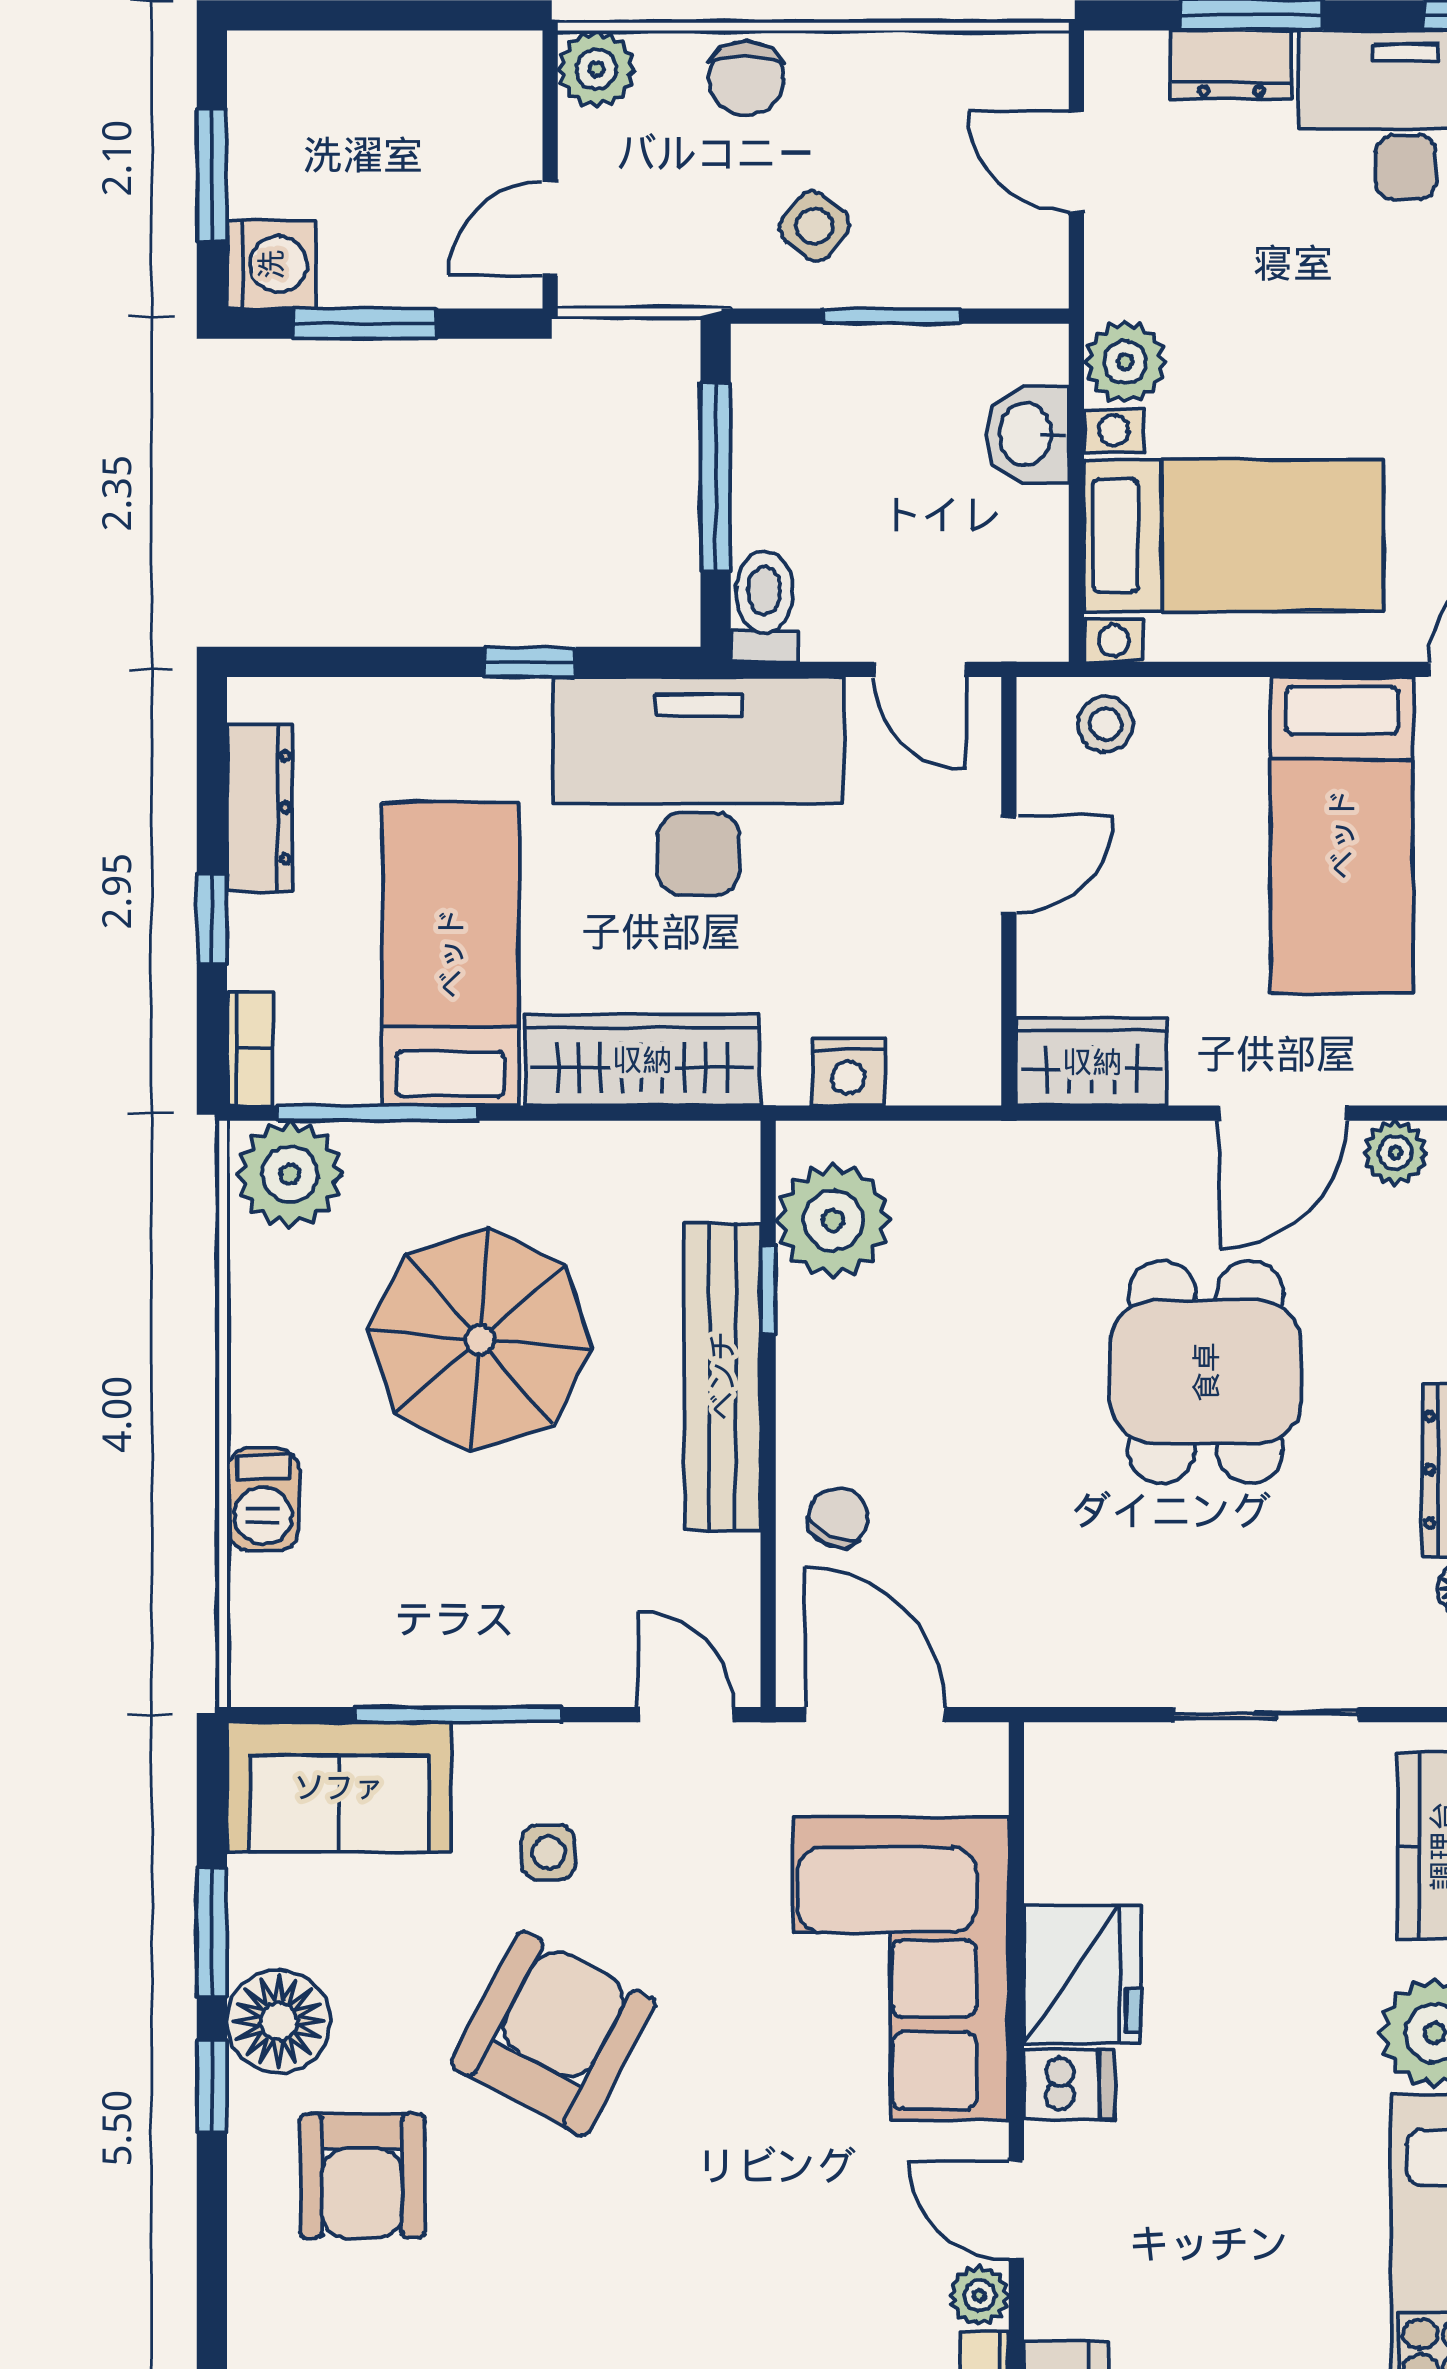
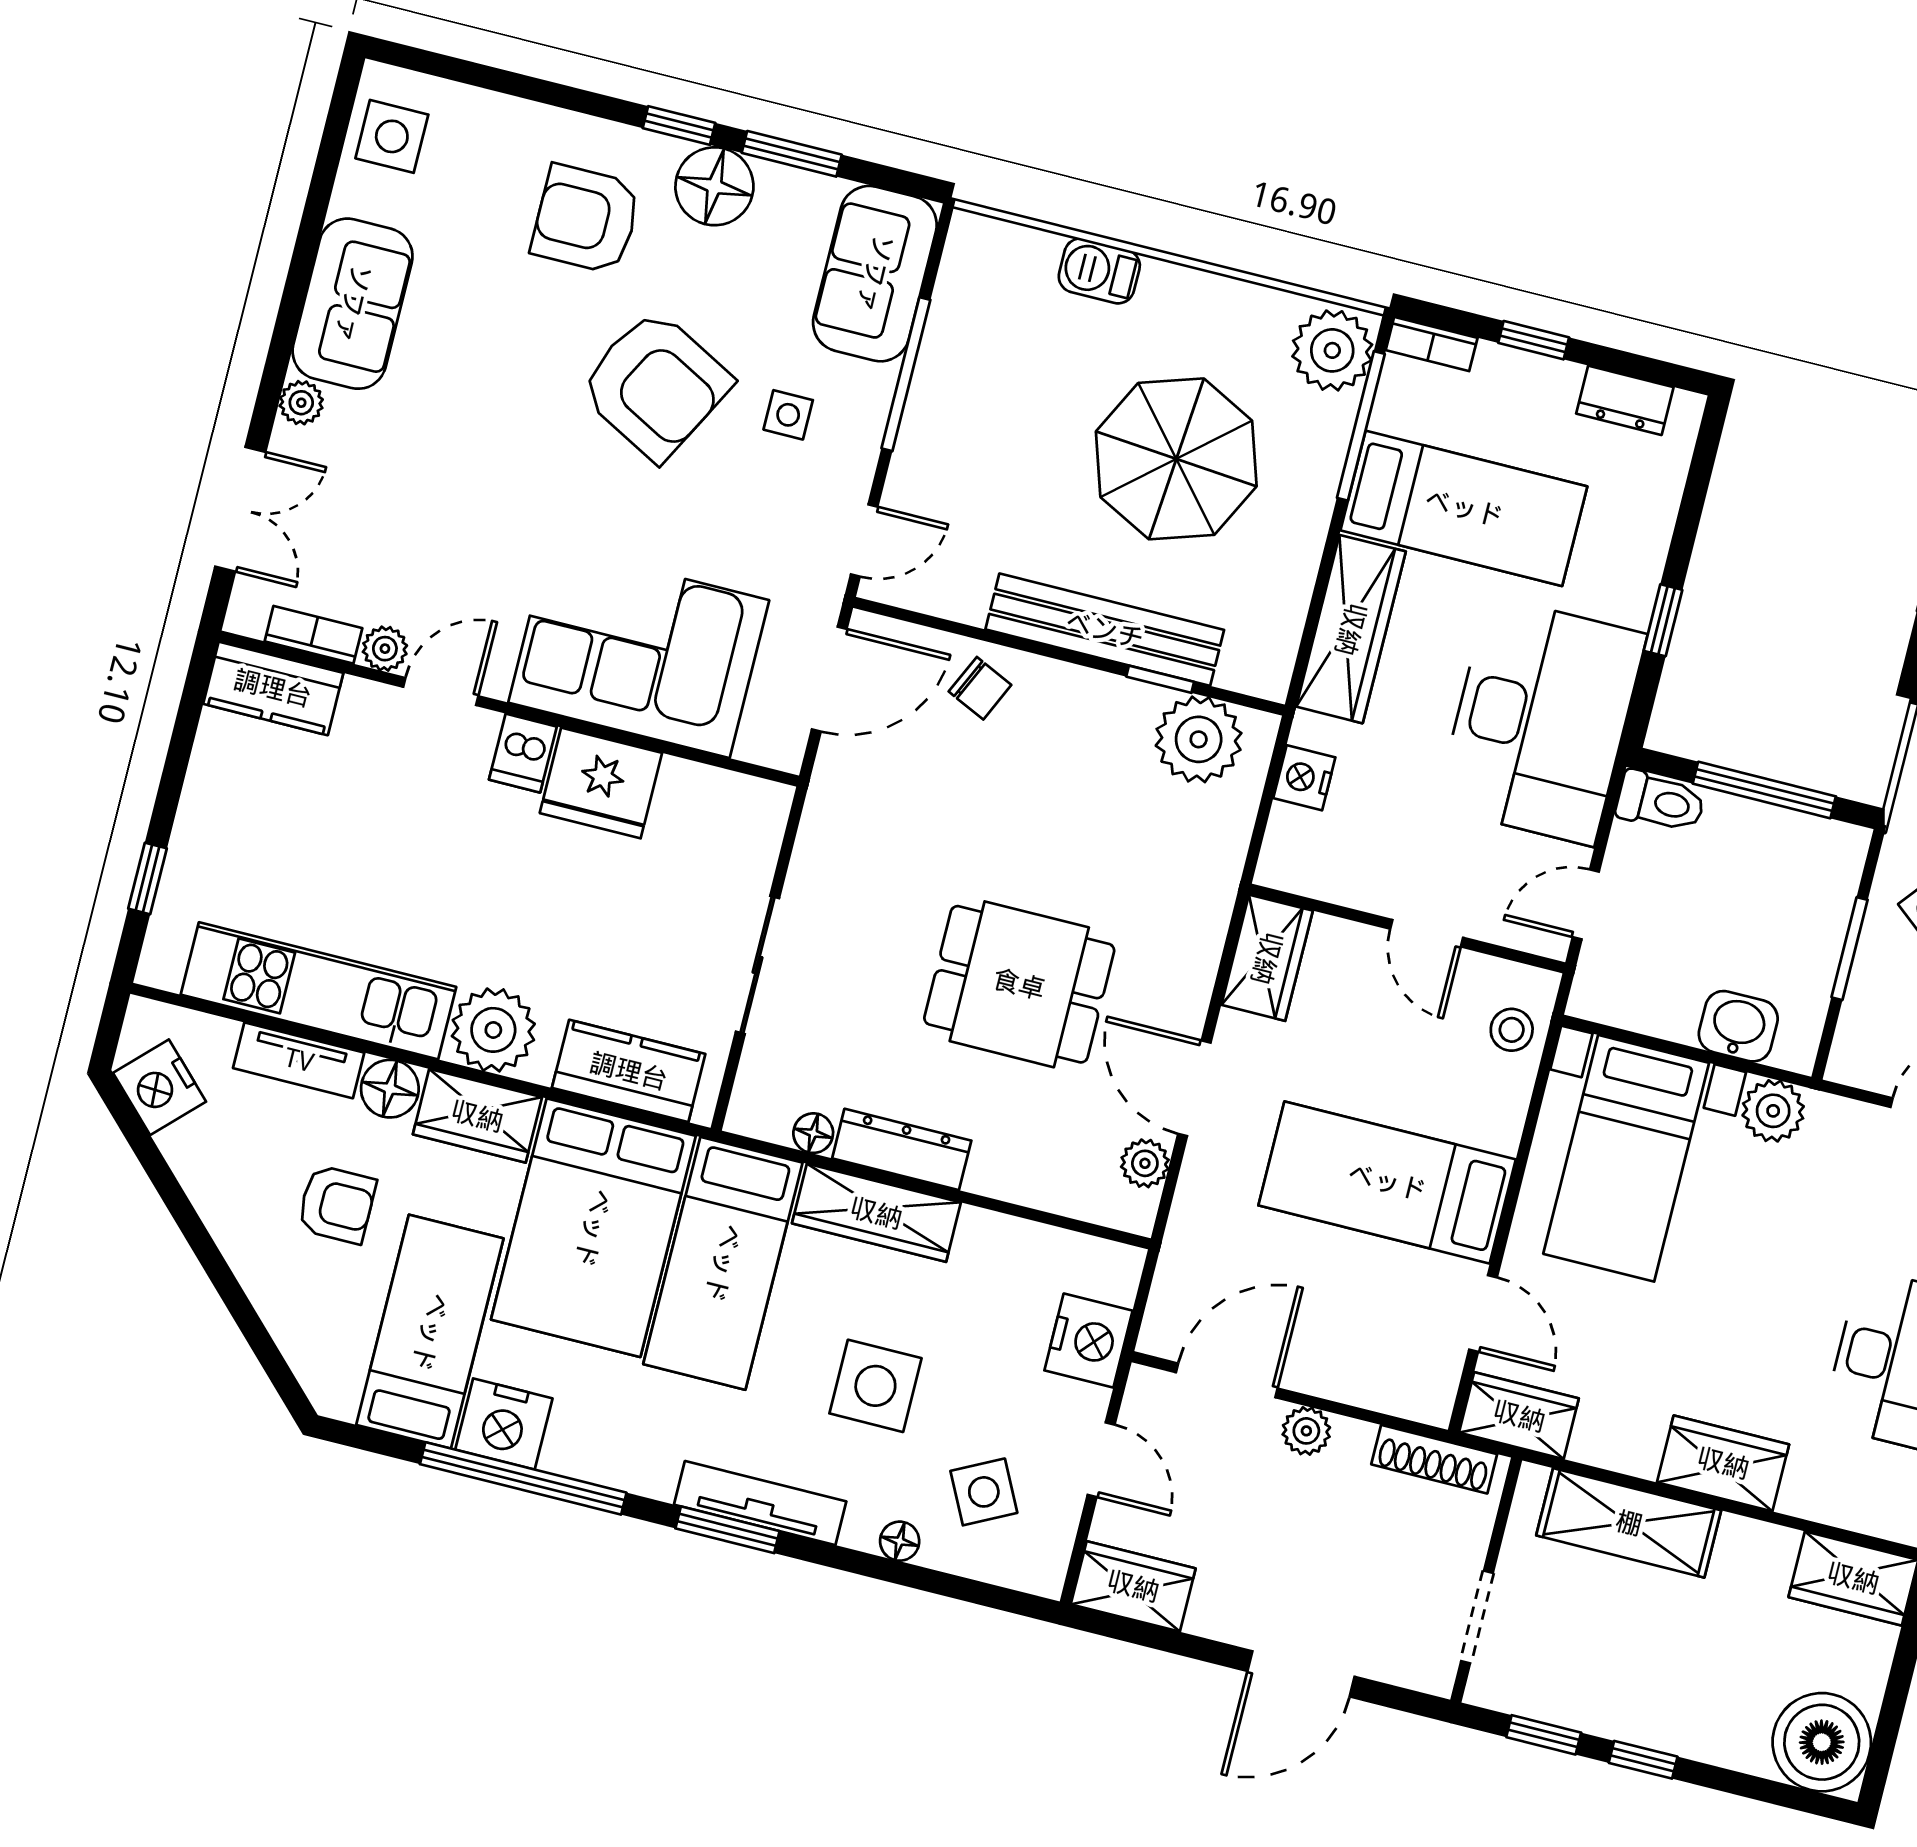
dresser: (260, 808) -> (1625, 400), width x0.70

